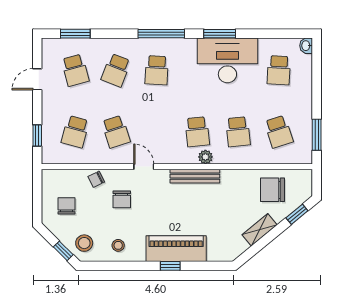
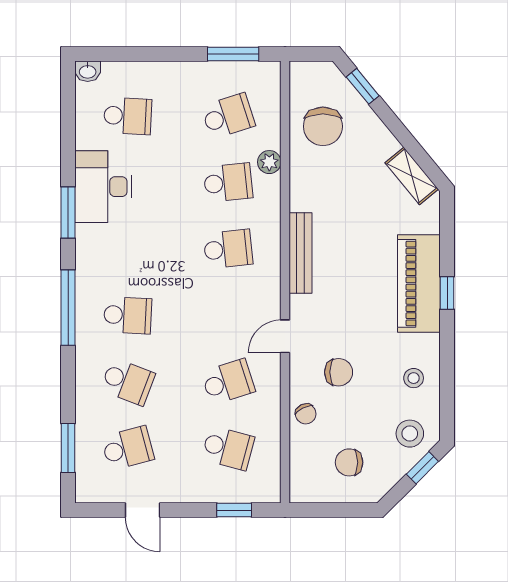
desk: (227, 60) -> (103, 187), width x0.73, depth x0.77
plant: (205, 157) -> (269, 162), moved
shelving: (260, 230) -> (412, 176), moved

